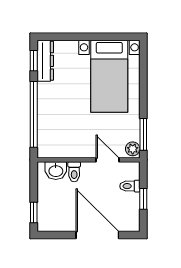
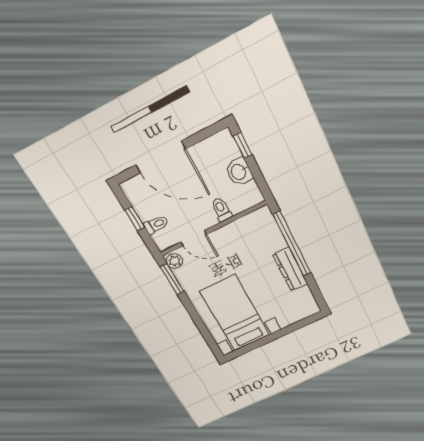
window: (34, 61) -> (316, 292), removed
dresser: (45, 61) -> (290, 269), moved
washbasin: (56, 171) -> (239, 172), moved, turned -90

